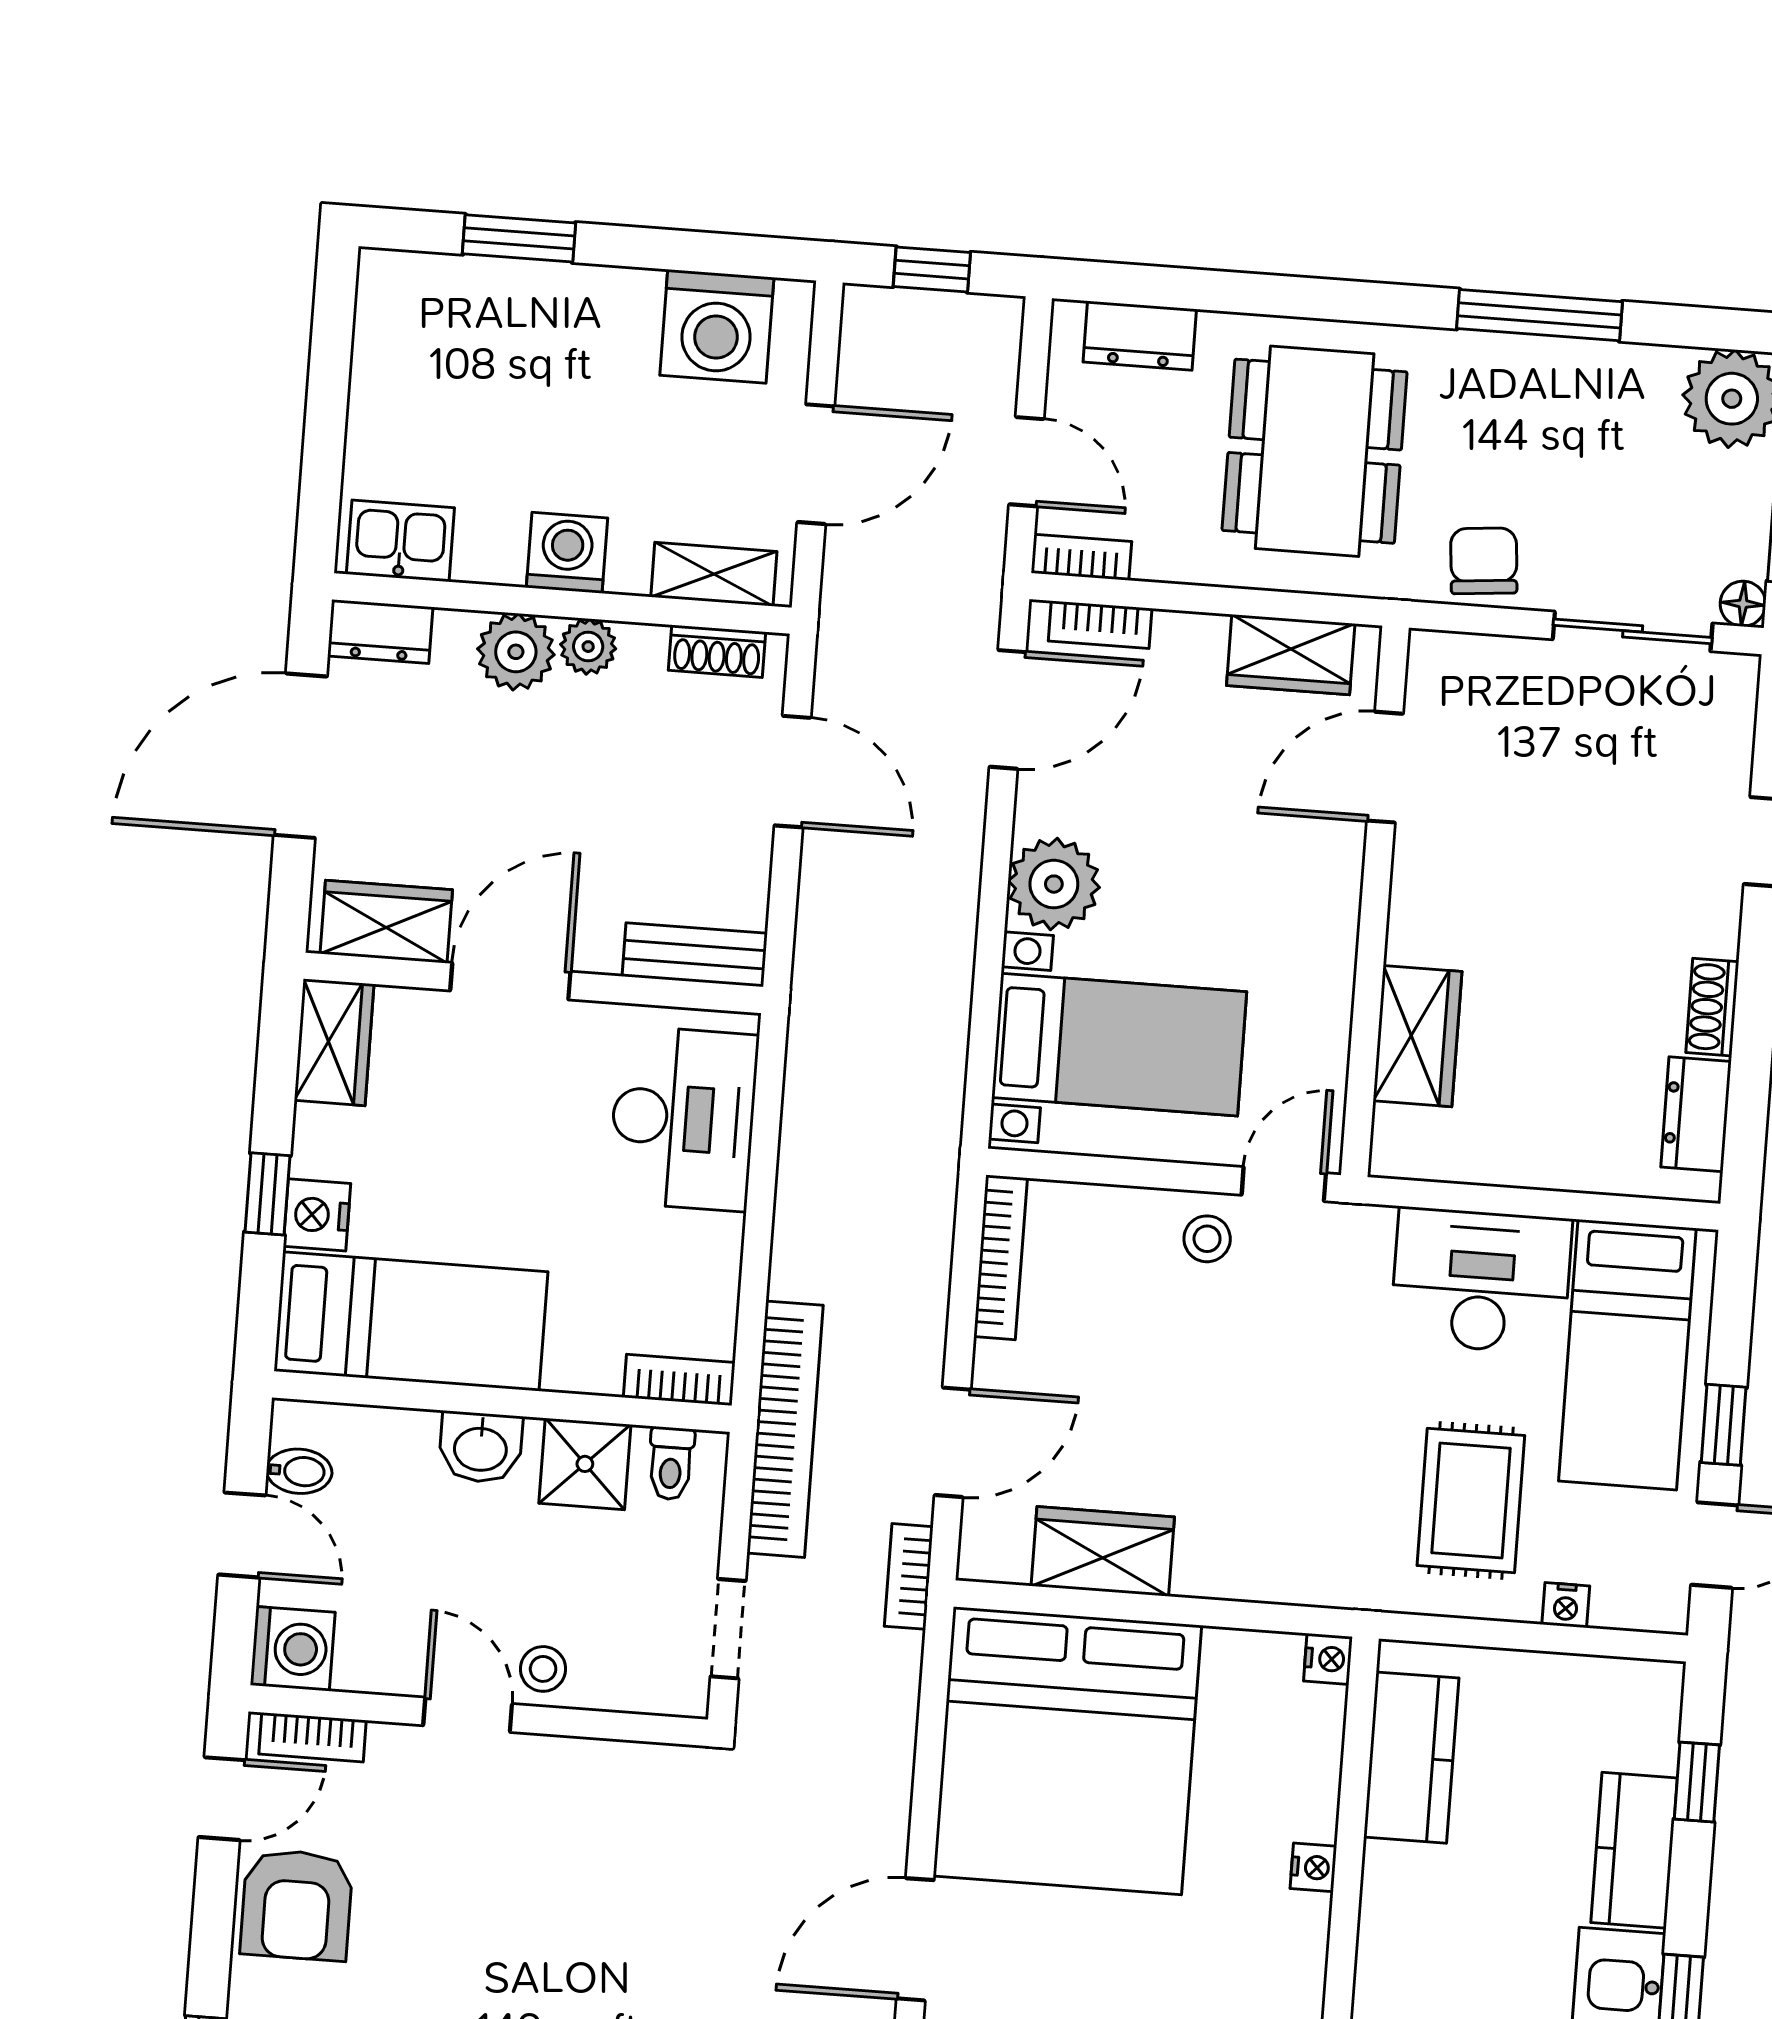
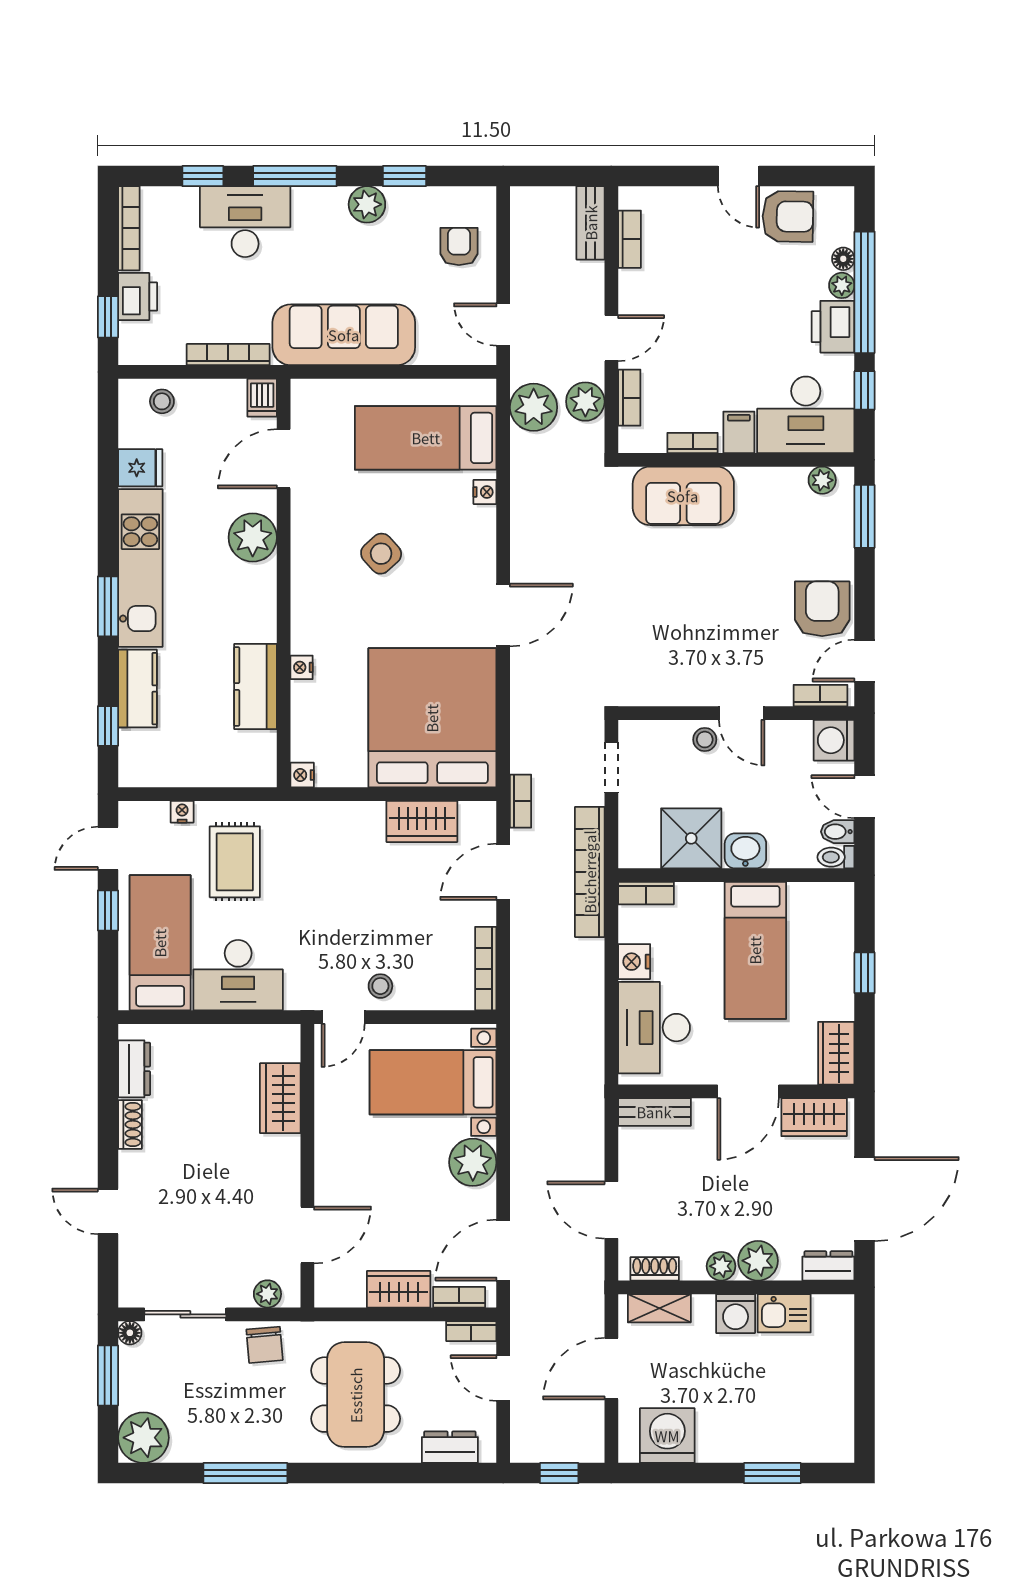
kitchen sink: (400, 541) -> (784, 1313), moved
wardrobe: (1291, 655) -> (399, 1289), moved
plant: (1471, 659) -> (267, 1294), added
nightstand: (317, 1215) -> (634, 962), moved, turned 180
bed: (411, 1321) -> (755, 950), moved, turned -90
toilet: (671, 1463) -> (836, 857), moved, turned -90
shower: (585, 1464) -> (691, 838), width x1.36, depth x1.36
kitchen counter: (1411, 1758) -> (256, 687), moved

